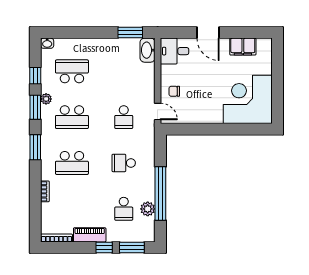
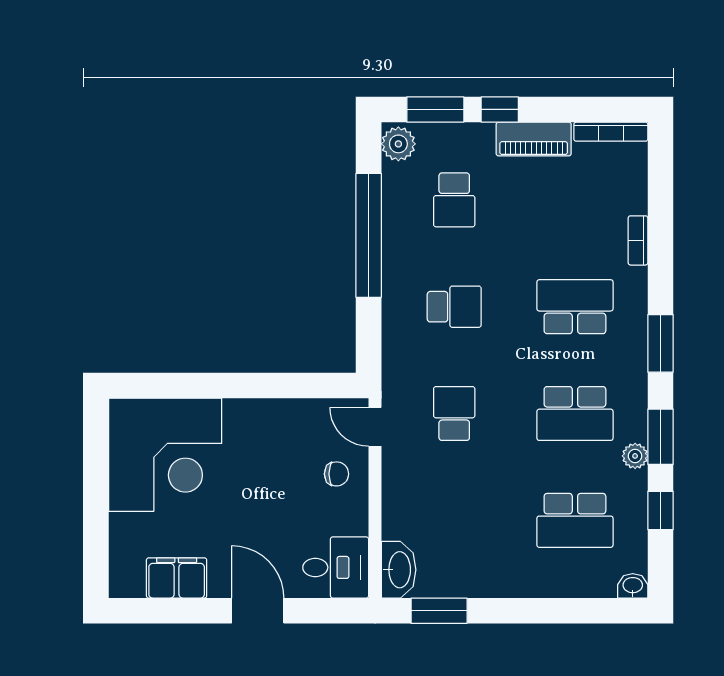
school desk: (72, 117) -> (575, 414), turned 180
school desk: (124, 209) -> (454, 200), turned 180
plant: (148, 209) -> (398, 144), moved

